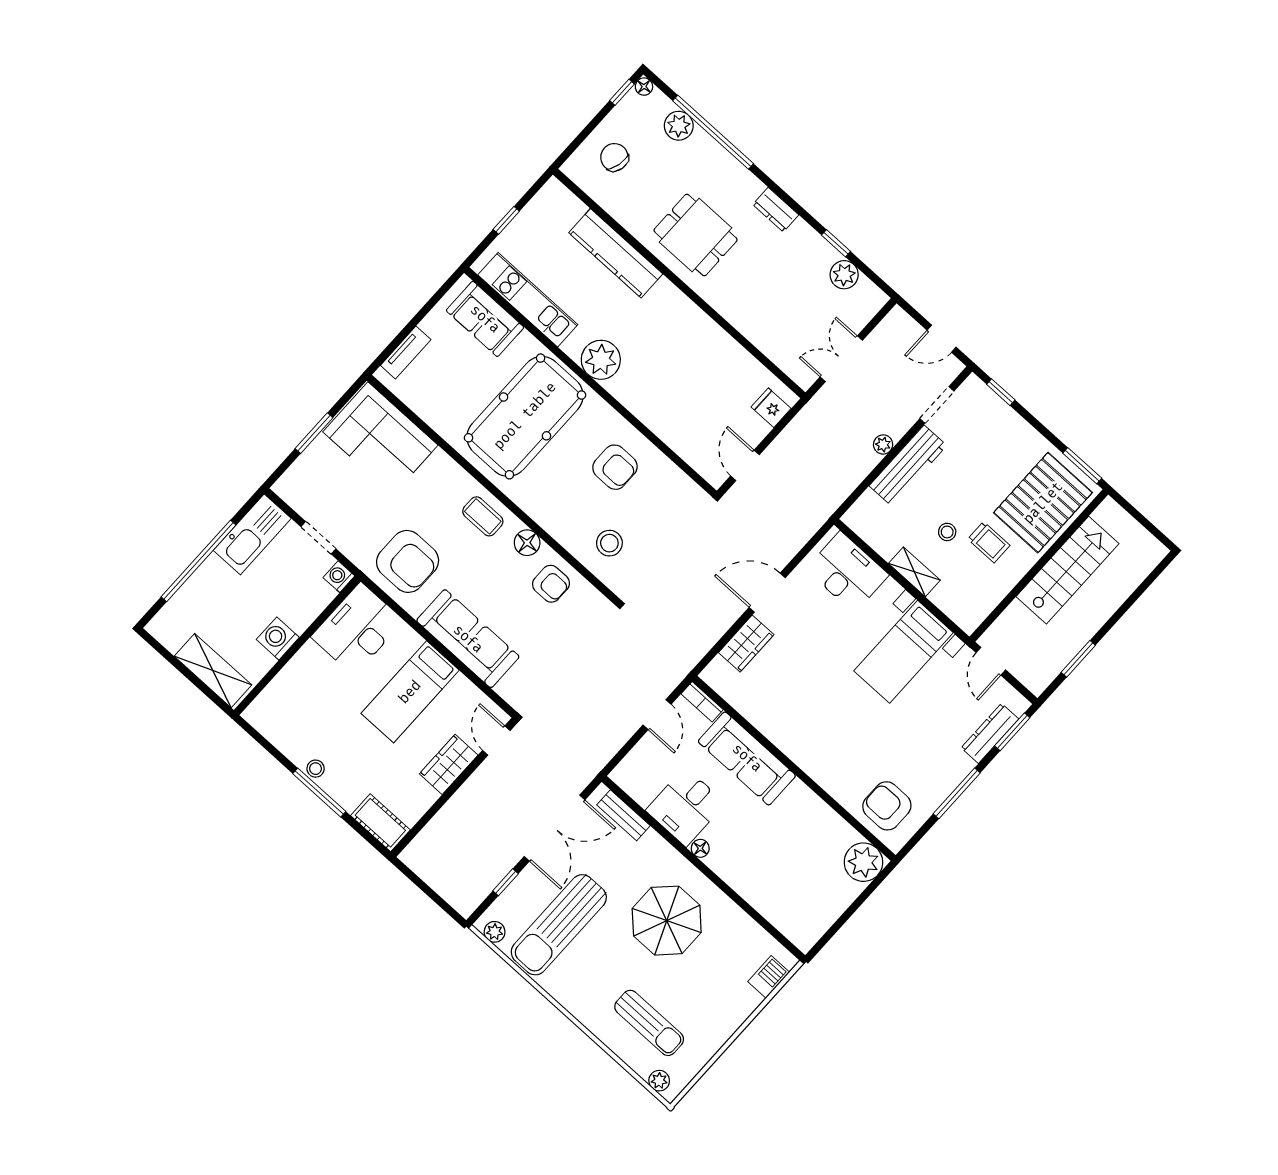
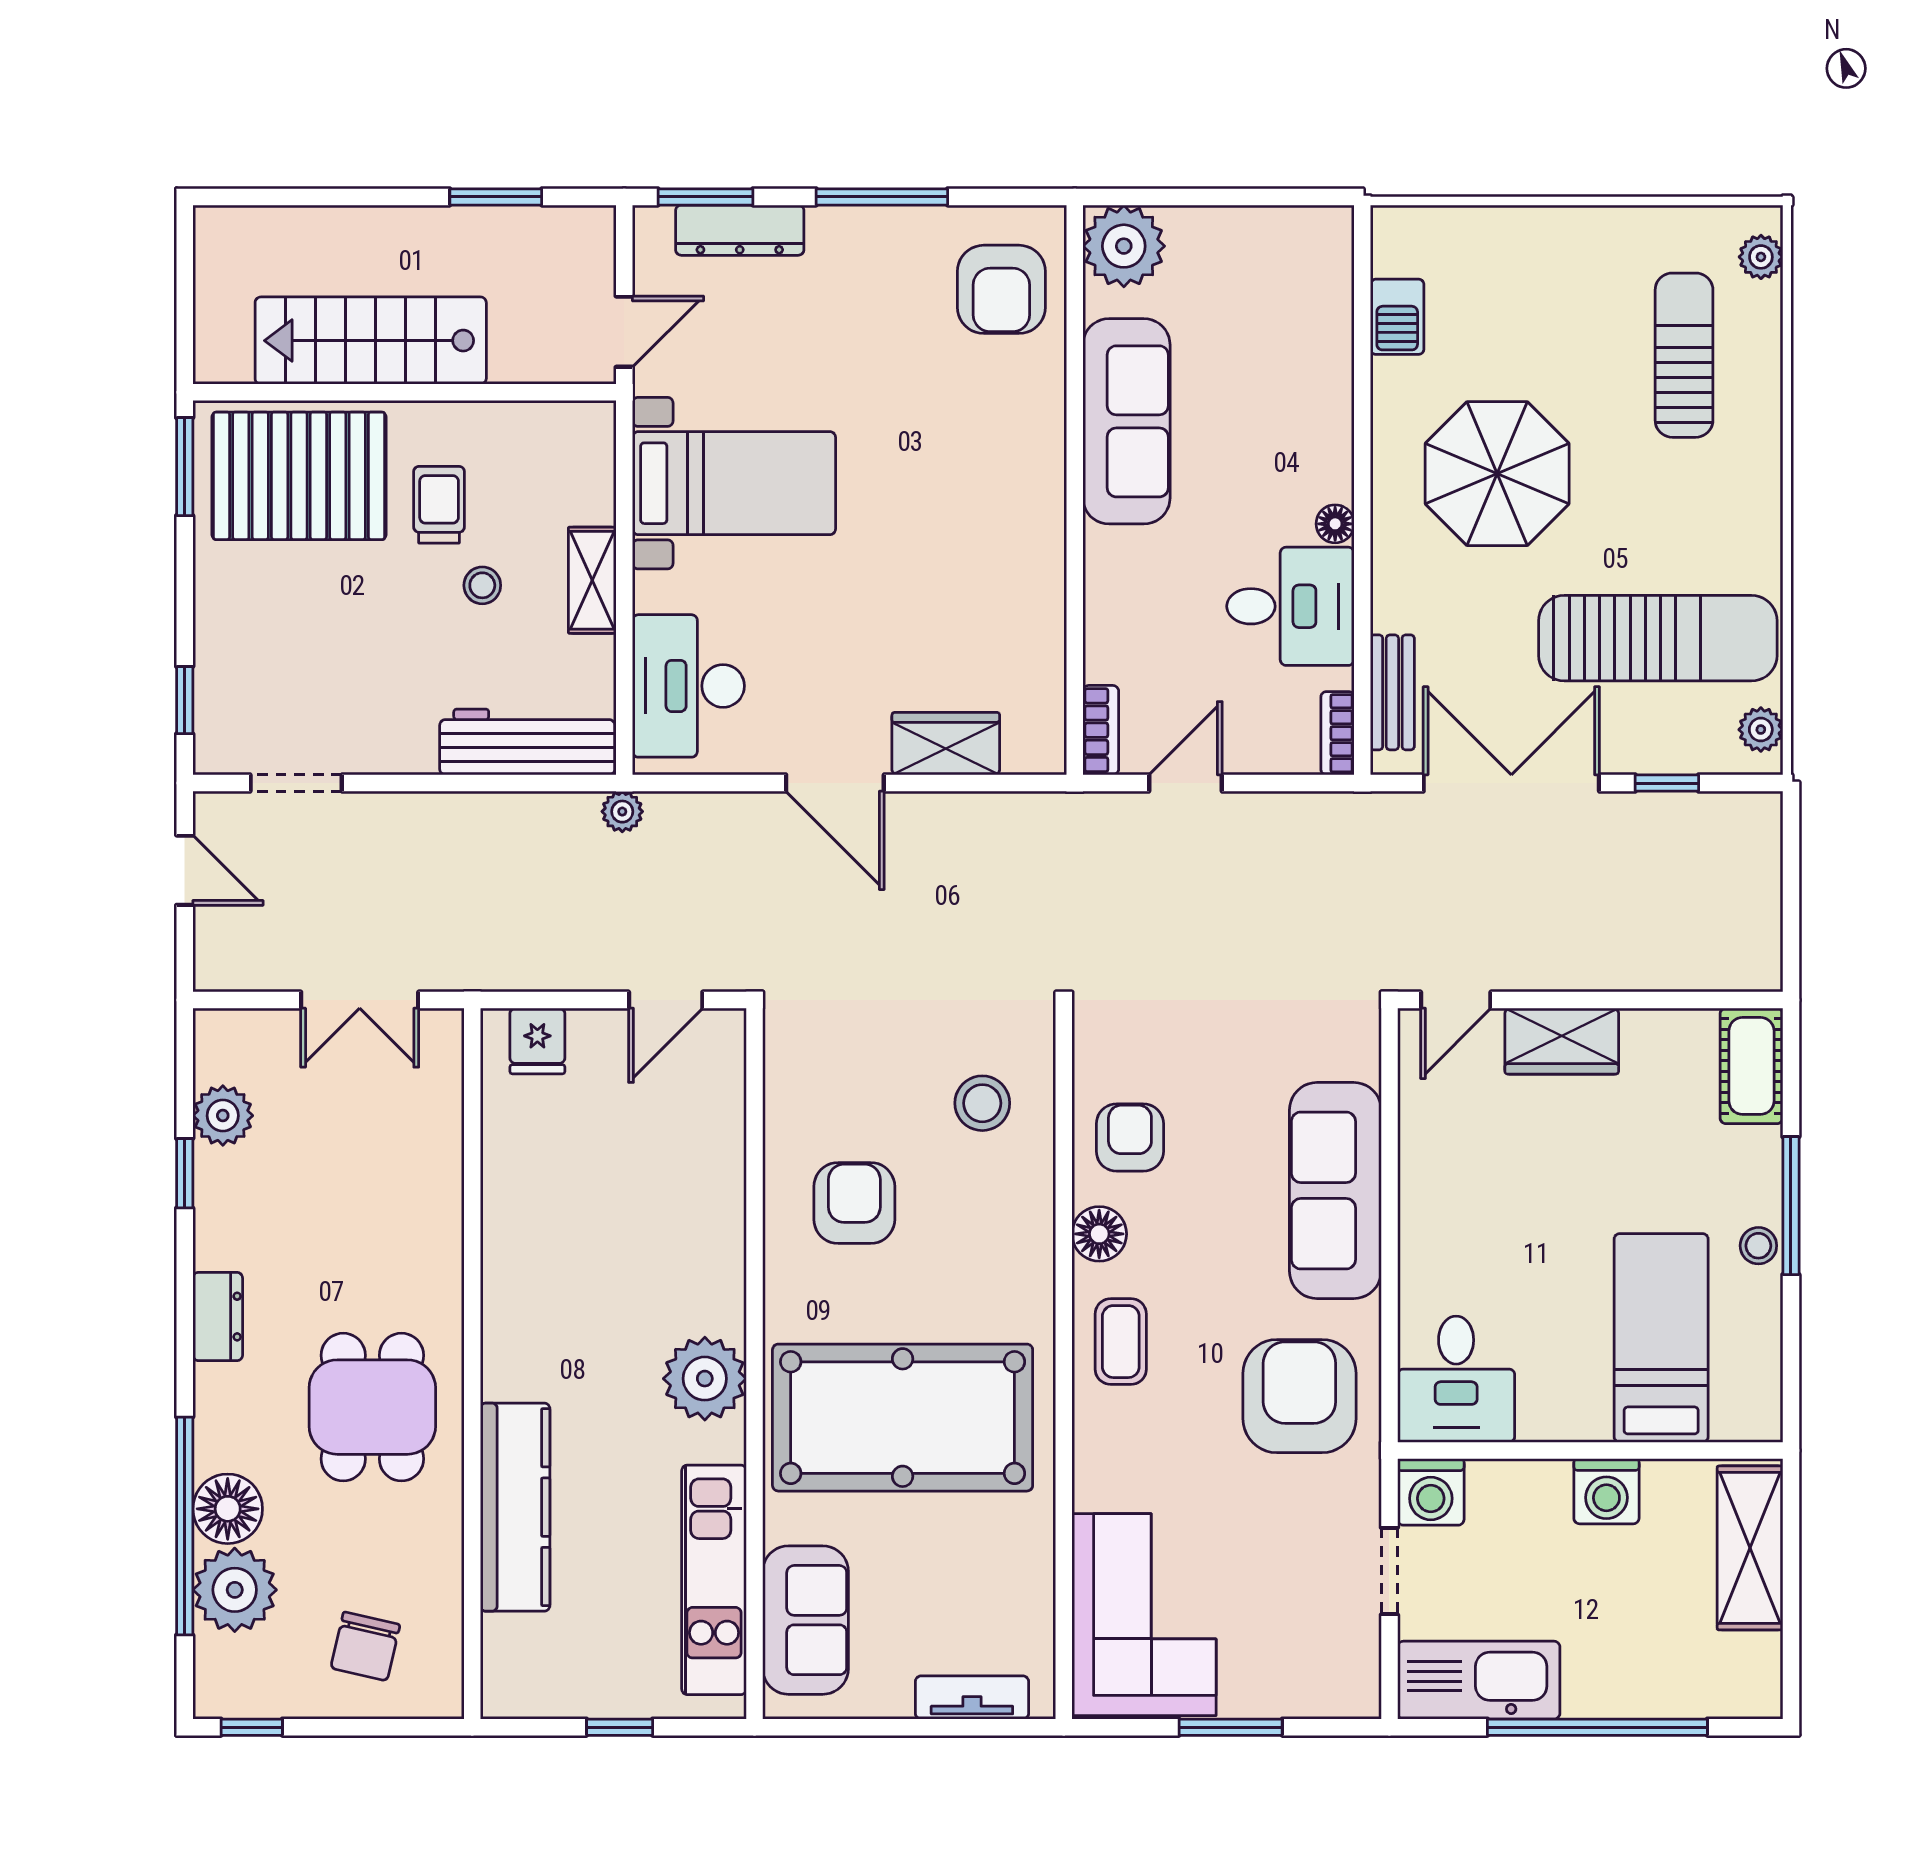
floor lamp: (644, 87) -> (228, 1509), moved, width x1.89, depth x1.89
plant: (679, 126) -> (235, 1590), width x1.36, depth x1.36
plant: (883, 444) -> (622, 812), moved
workbench: (908, 466) -> (527, 742), moved
washing machine: (339, 577) -> (1431, 1492), width x1.38, depth x1.38
desk: (357, 629) -> (1456, 1379), width x0.73
bed: (410, 692) -> (1661, 1338), moved, turned -90
sofa: (747, 758) -> (1126, 421), moved
bookcase: (626, 783) -> (1337, 733), added
barbecue: (769, 977) -> (1397, 317), moved, turned -90

